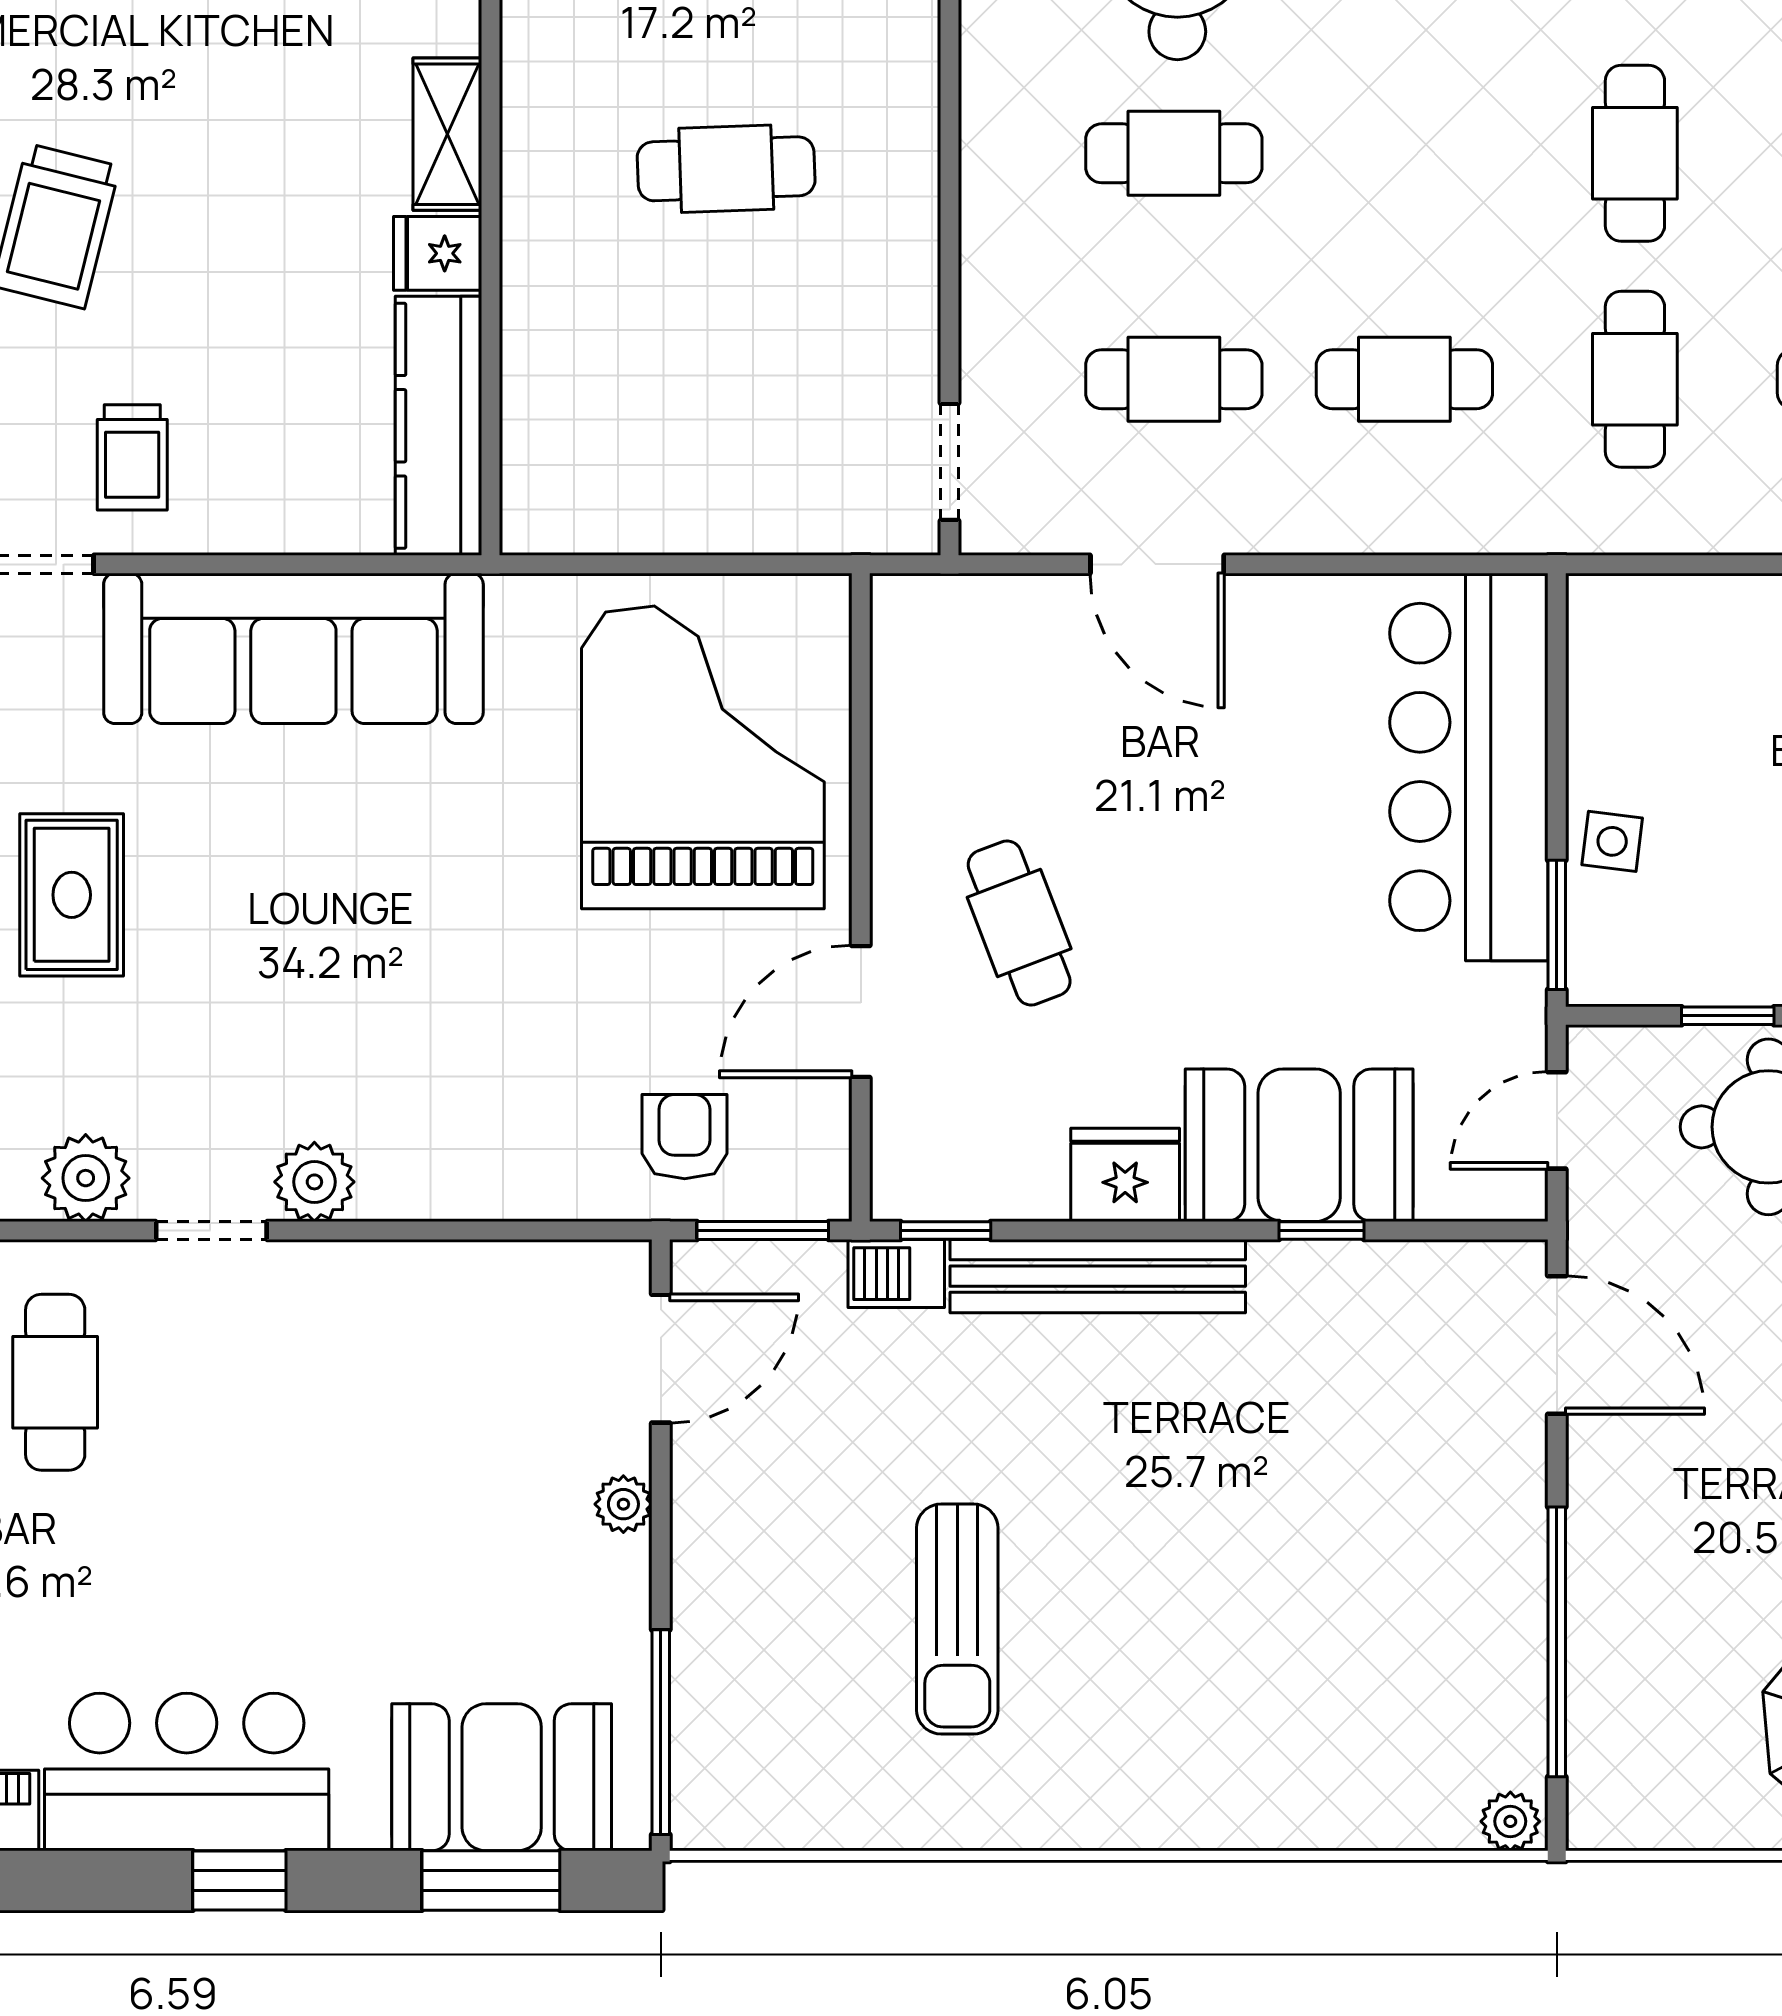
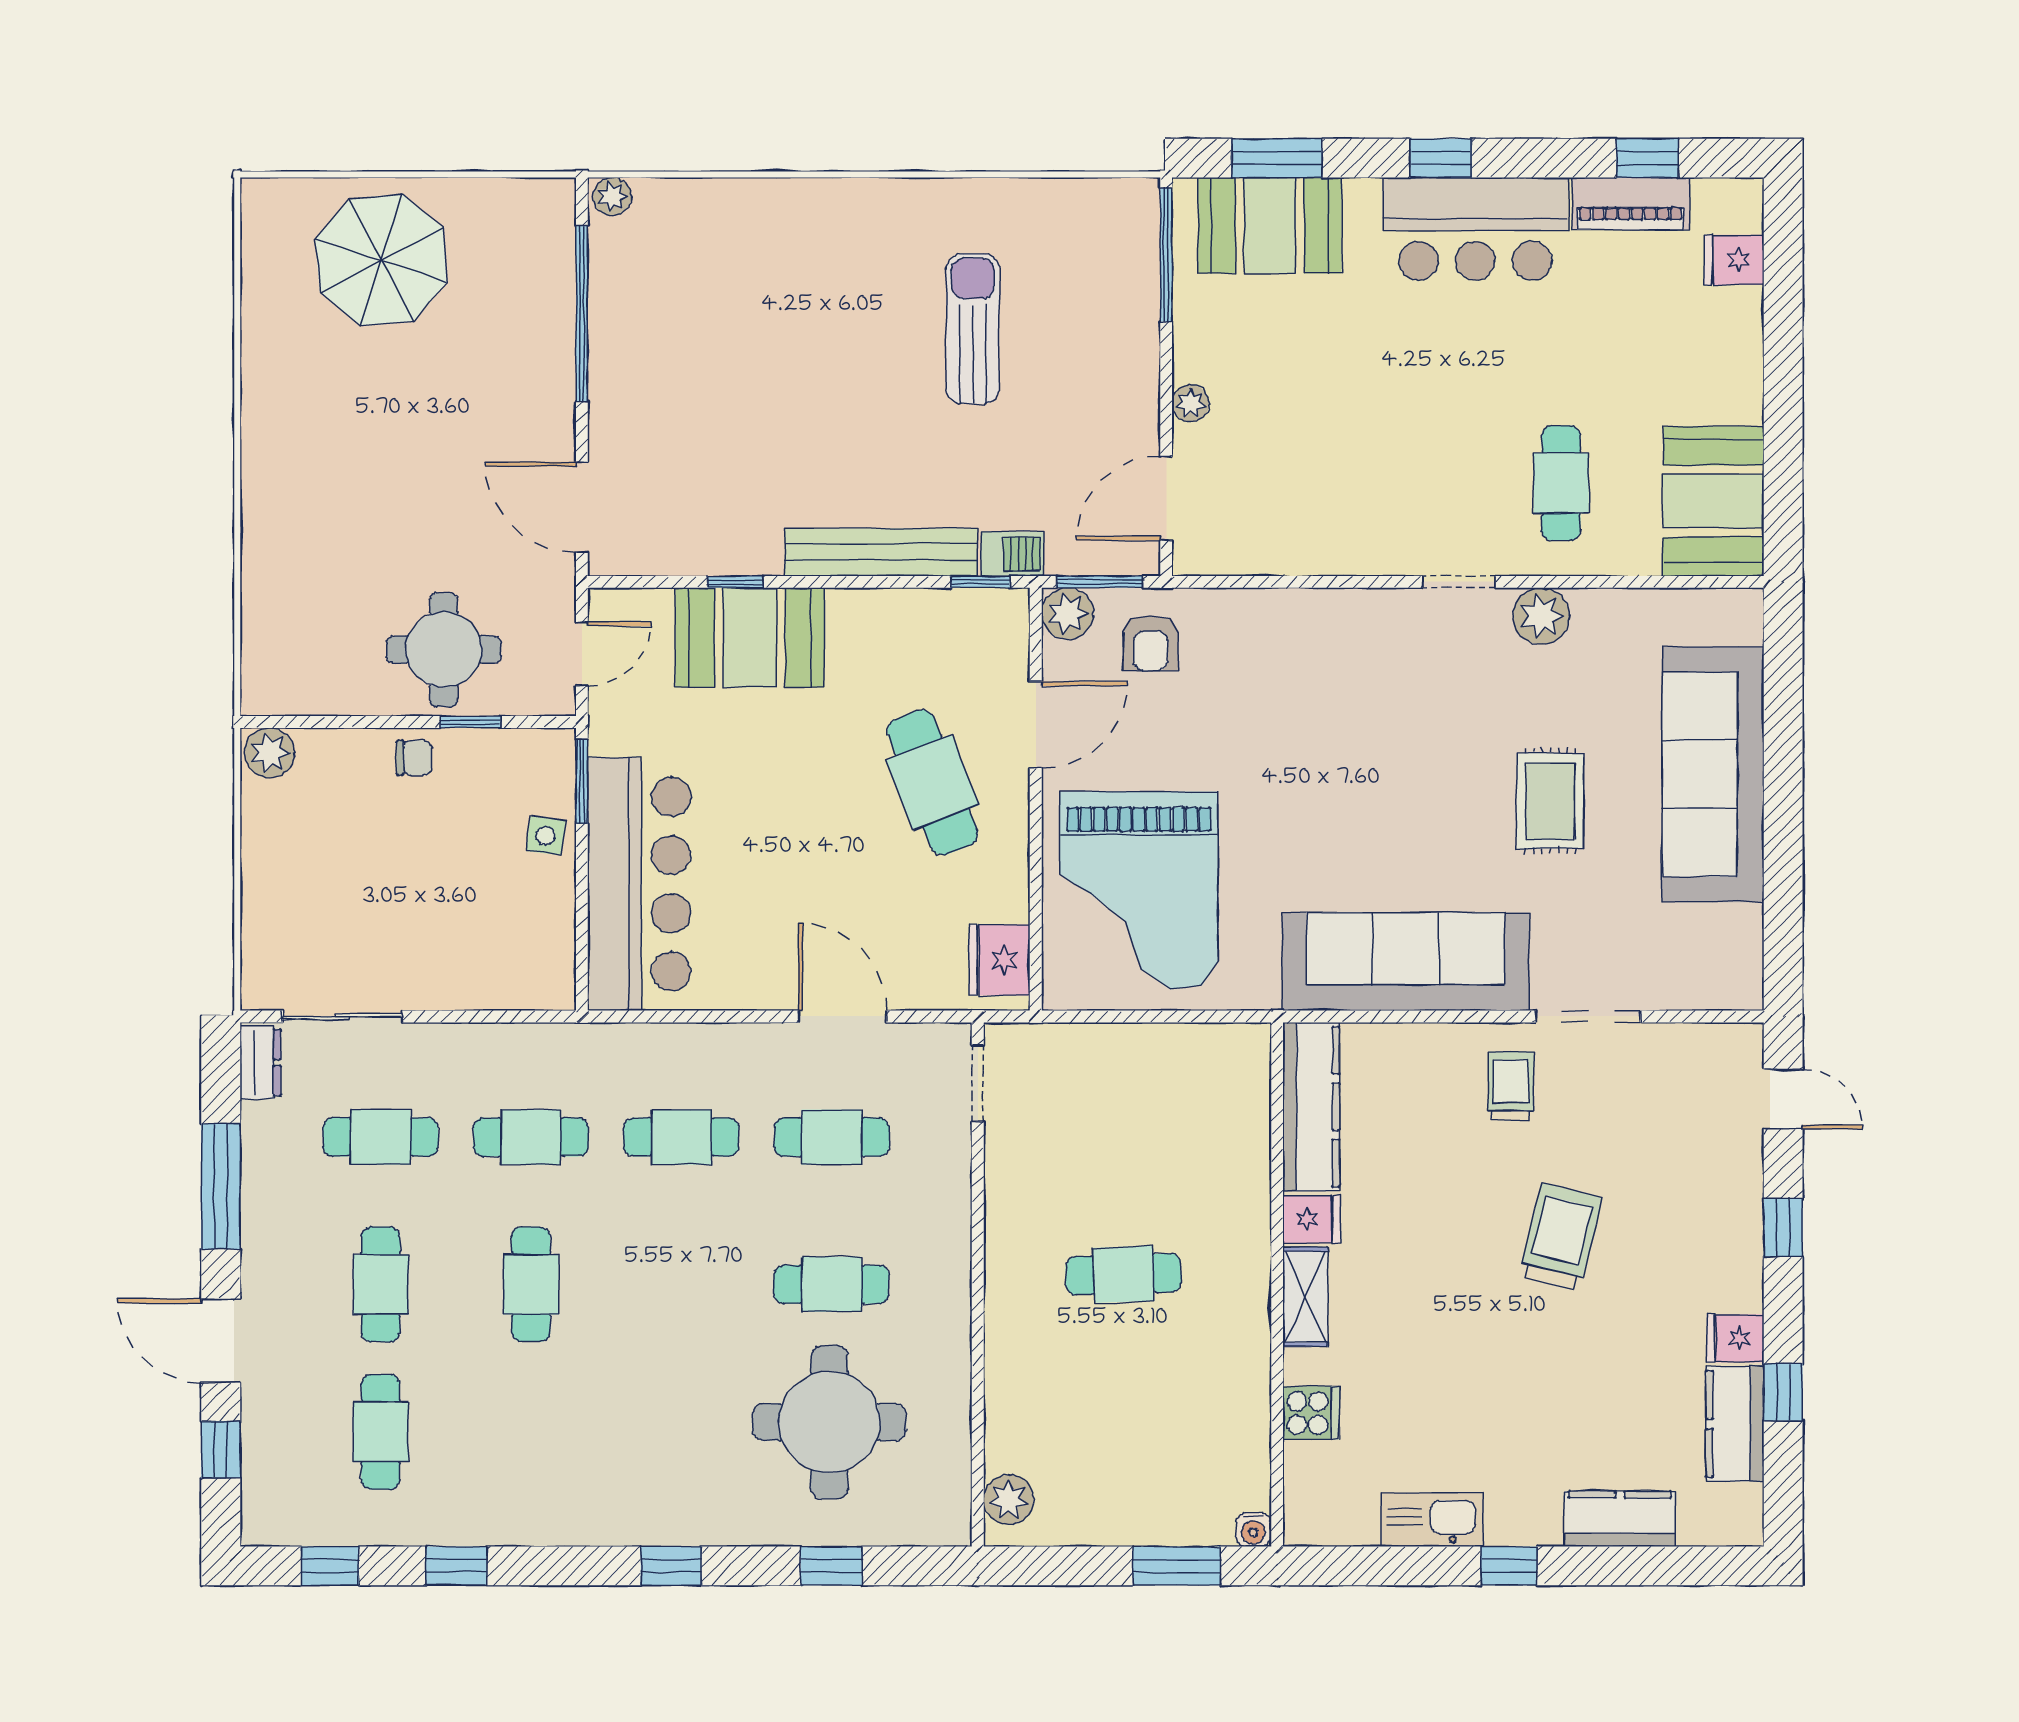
cafe table: (1635, 379) -> (531, 1137), turned 90
cafe table: (1019, 923) -> (932, 782), width x1.37, depth x1.35
fridge: (1125, 1175) -> (999, 960), moved, turned 90
plant: (314, 1182) -> (1067, 614), moved

